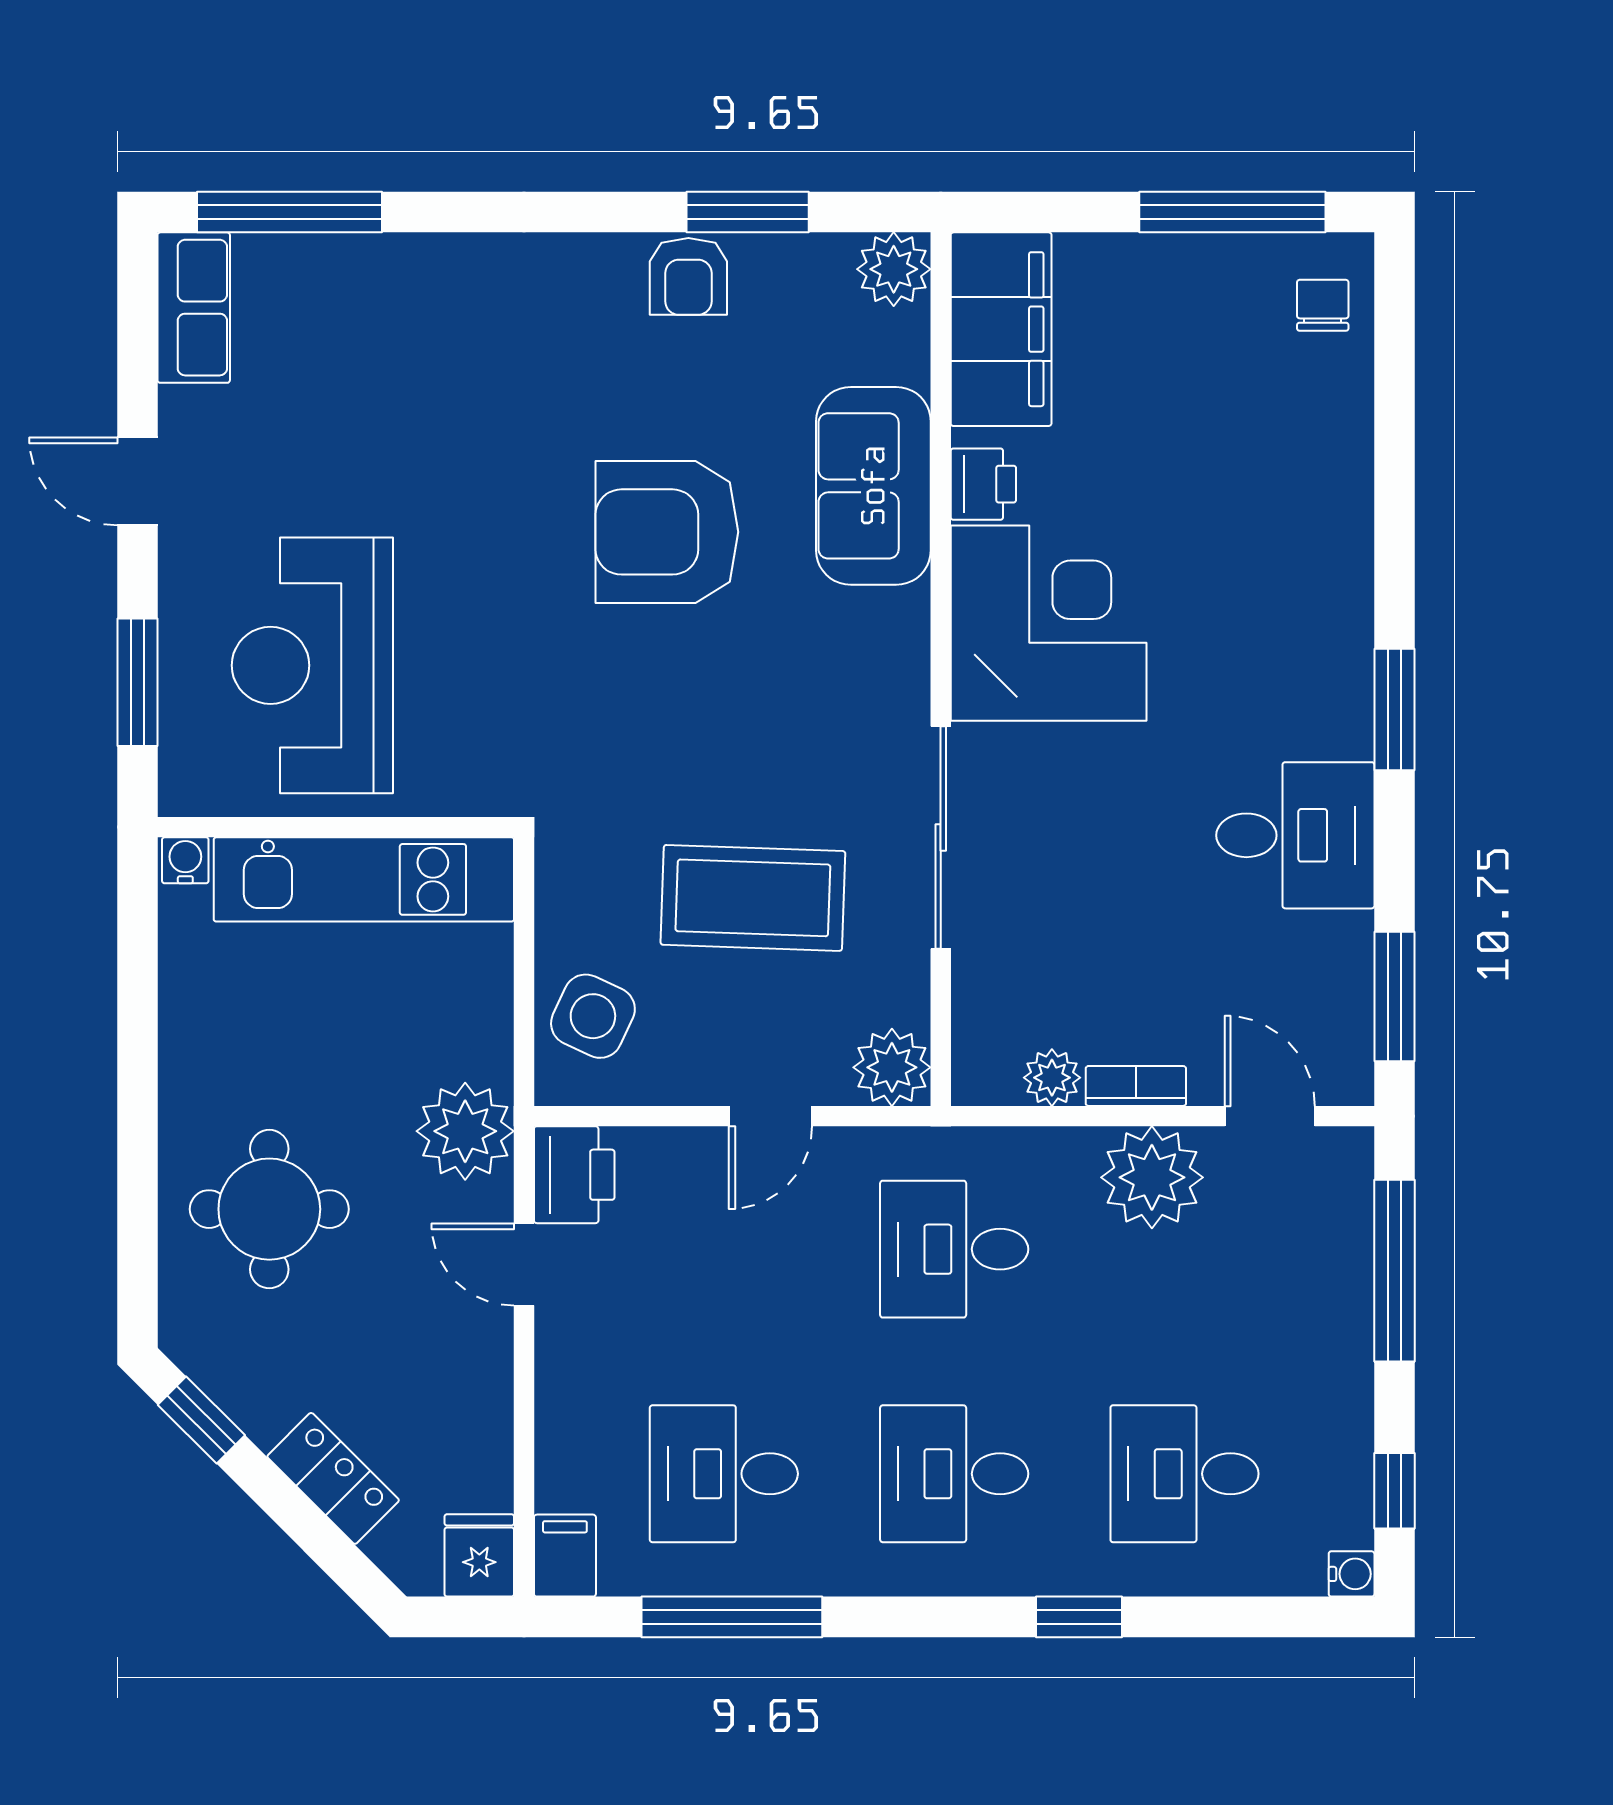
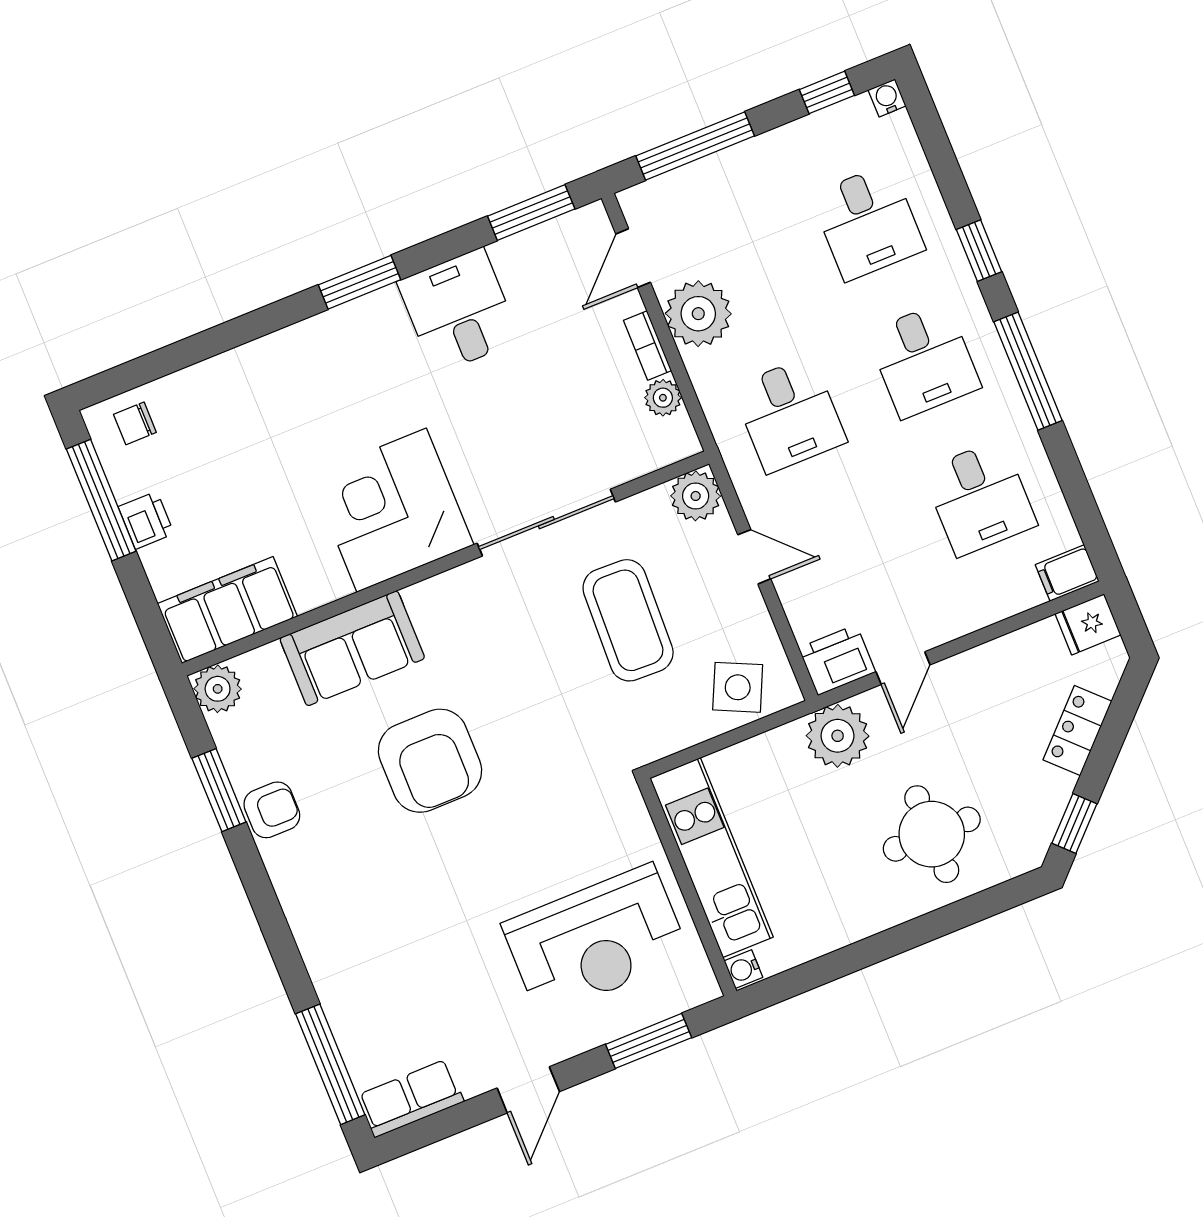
printer: (983, 484) -> (146, 520), moved, turned 90
window: (732, 1617) -> (1028, 371), moved

